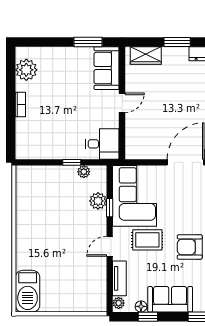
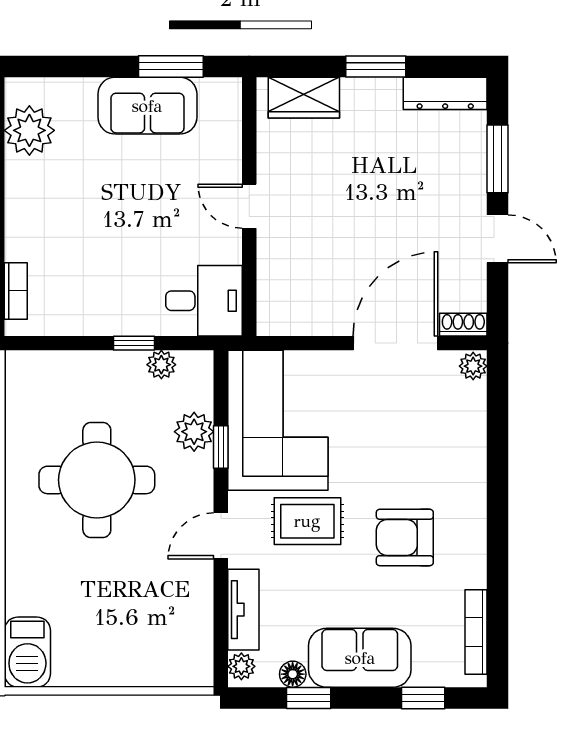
sofa: (106, 68) -> (147, 106), moved, turned -90
door: (122, 103) -> (249, 206), swing flipped
bookcase: (20, 105) -> (16, 291), moved
round table: (56, 222) -> (97, 480), added
barbecue: (28, 291) -> (27, 652), width x0.73, depth x0.83

